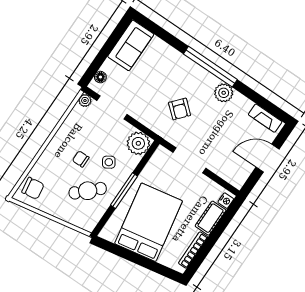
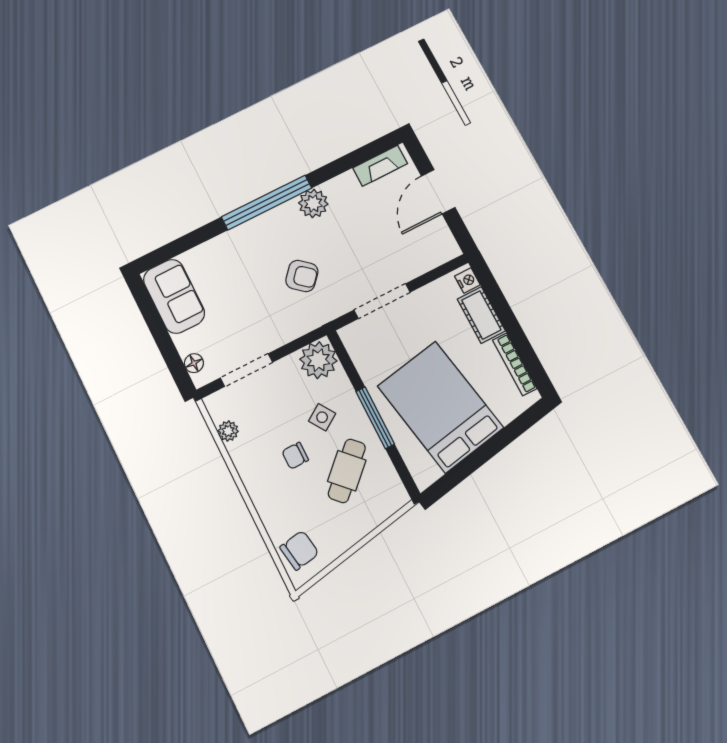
plant: (85, 101) -> (228, 431), moved

